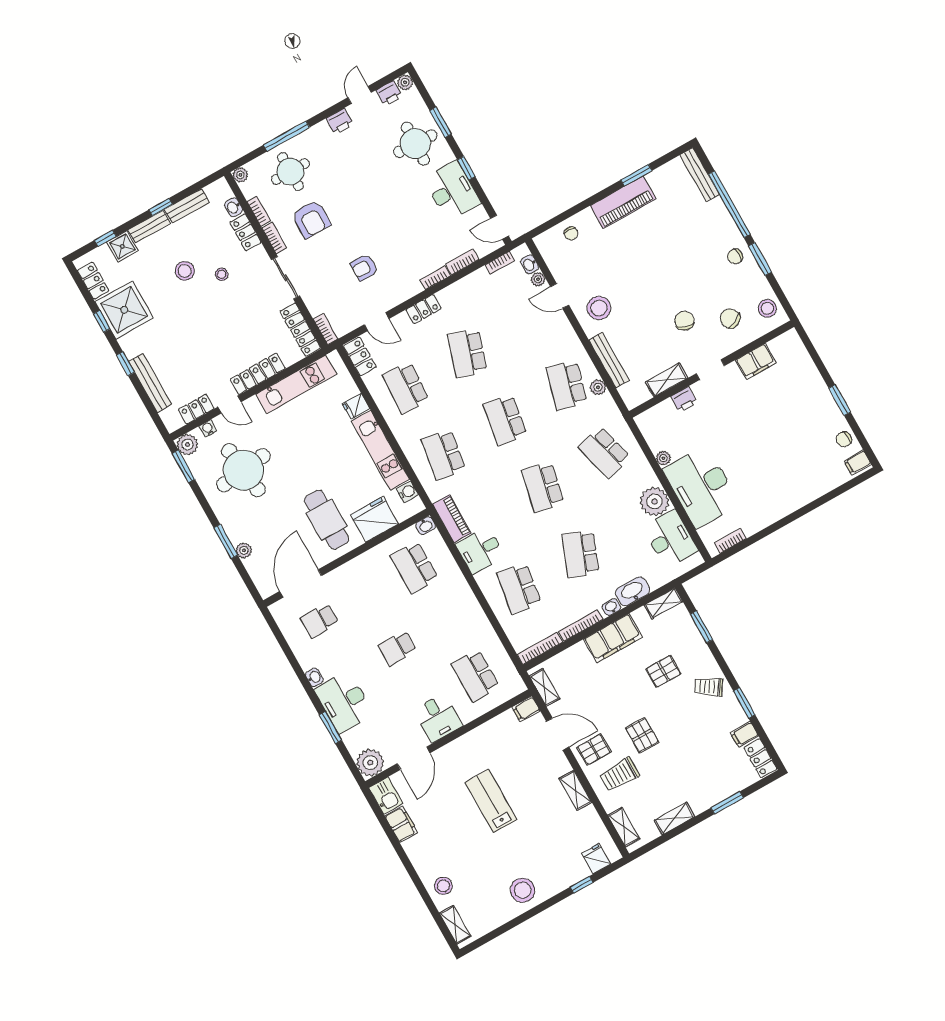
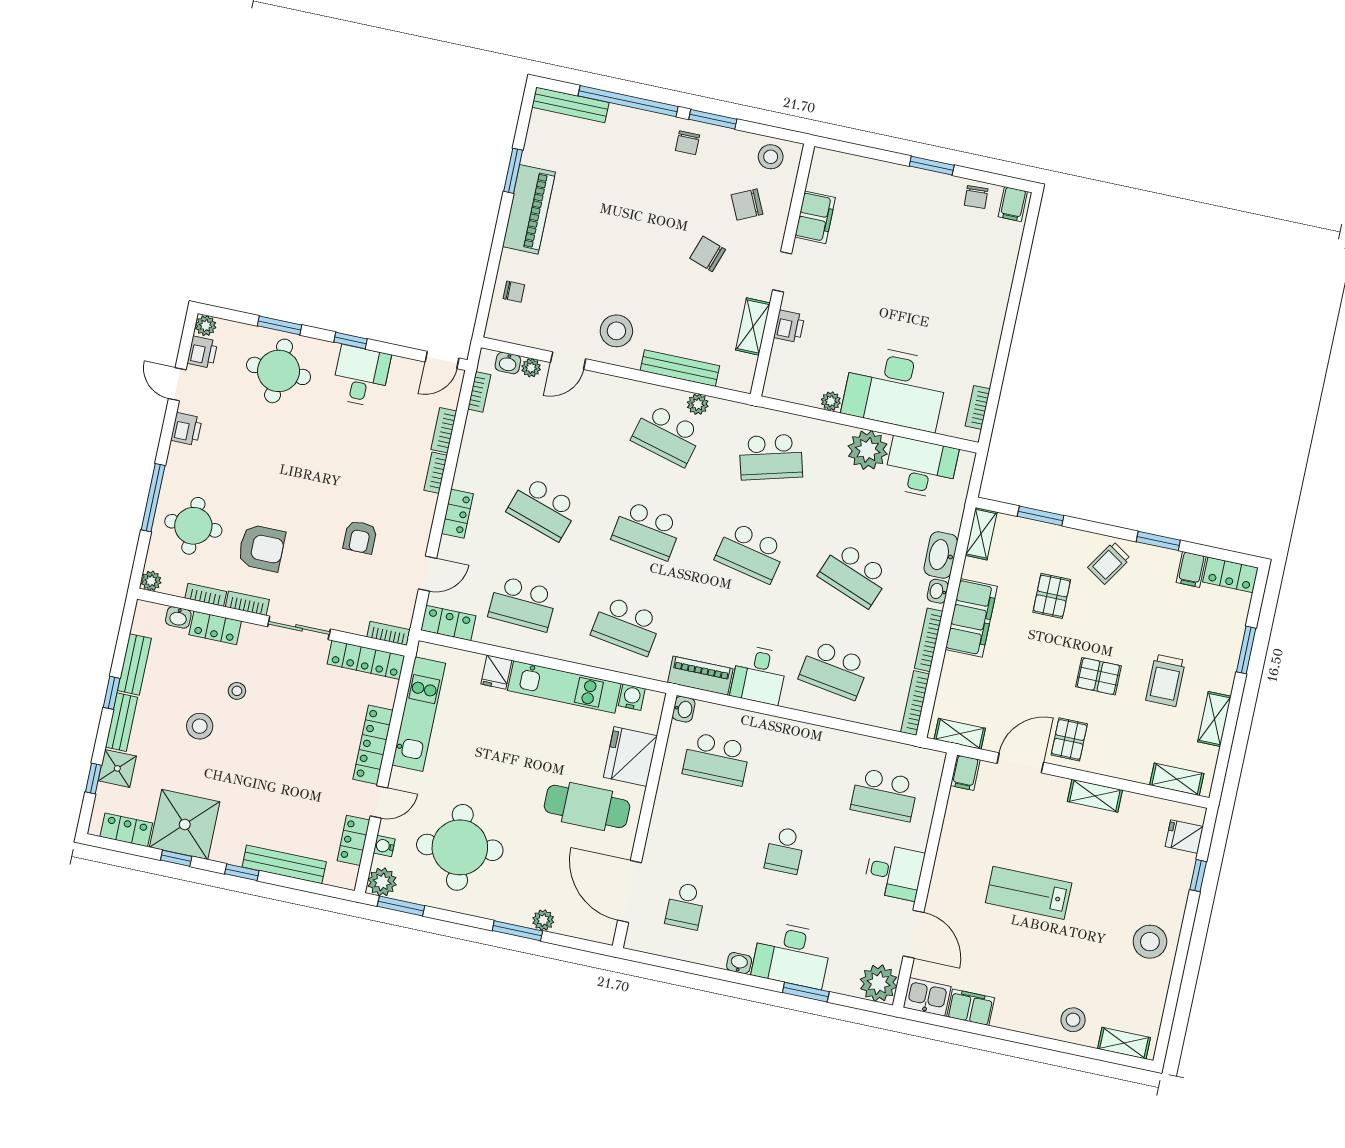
desk: (452, 191) -> (361, 376), width x0.73
trolley: (620, 774) -> (1166, 680), moved

